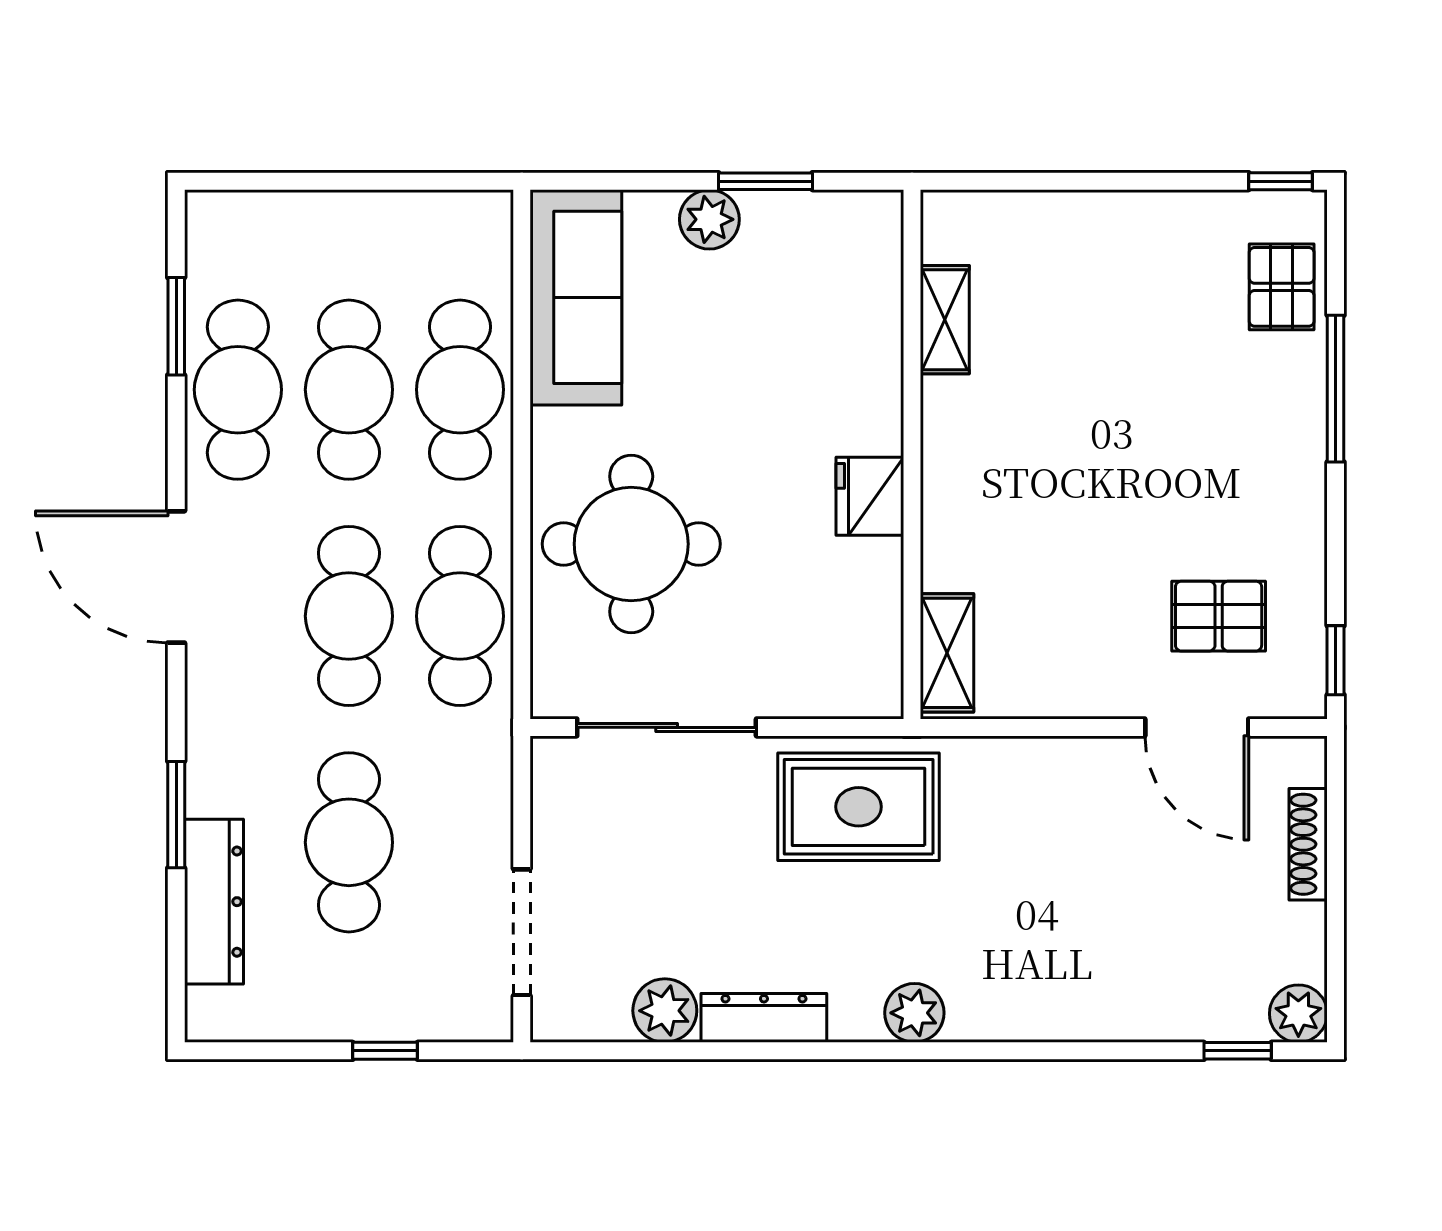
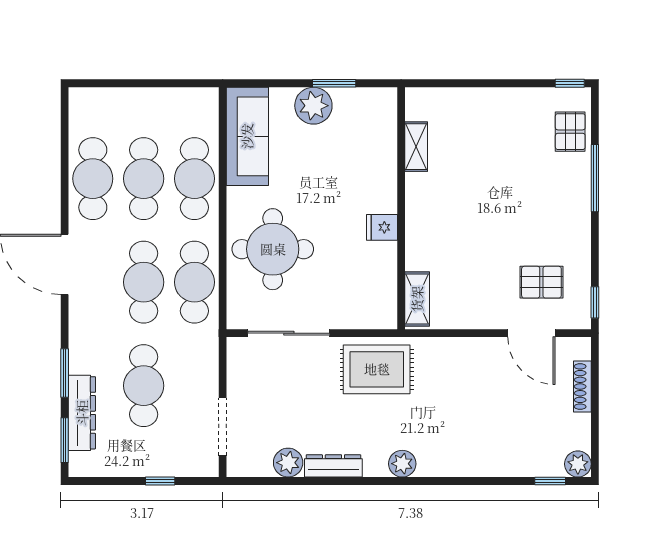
plant: (709, 219) -> (313, 106), width x1.36, depth x1.36
window: (176, 326) -> (65, 440), moved
fridge: (870, 496) -> (382, 227), width x0.72

